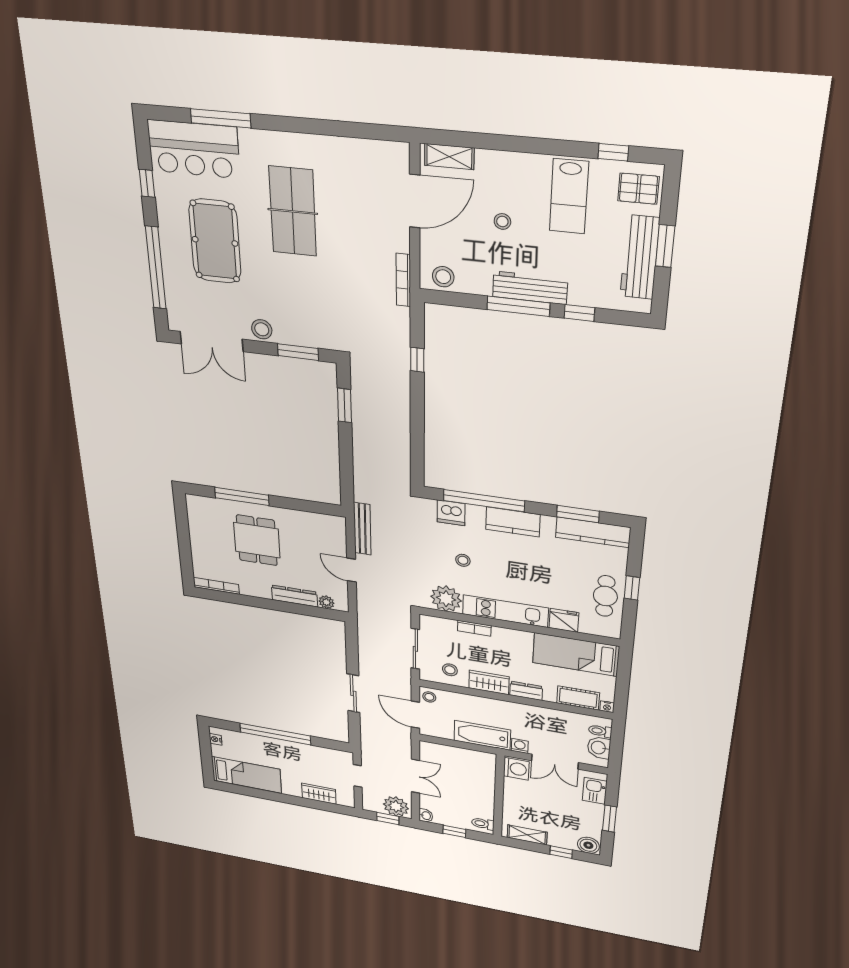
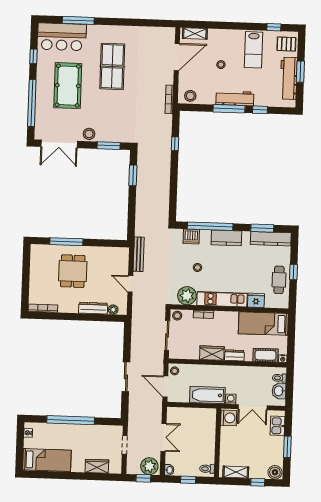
stool: (450, 670) -> (177, 316), moved

